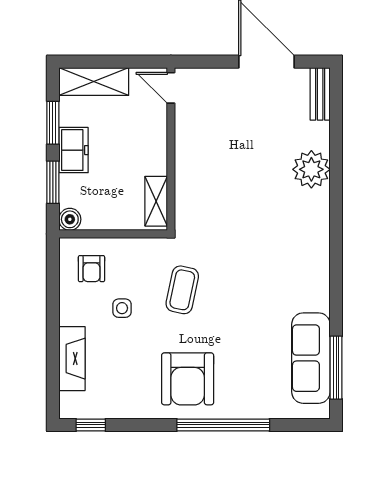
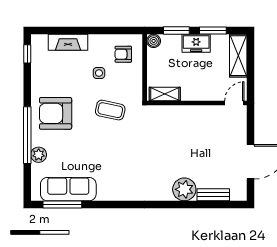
bench: (320, 94) -> (213, 195), moved
plant: (255, 406) -> (39, 155), added

